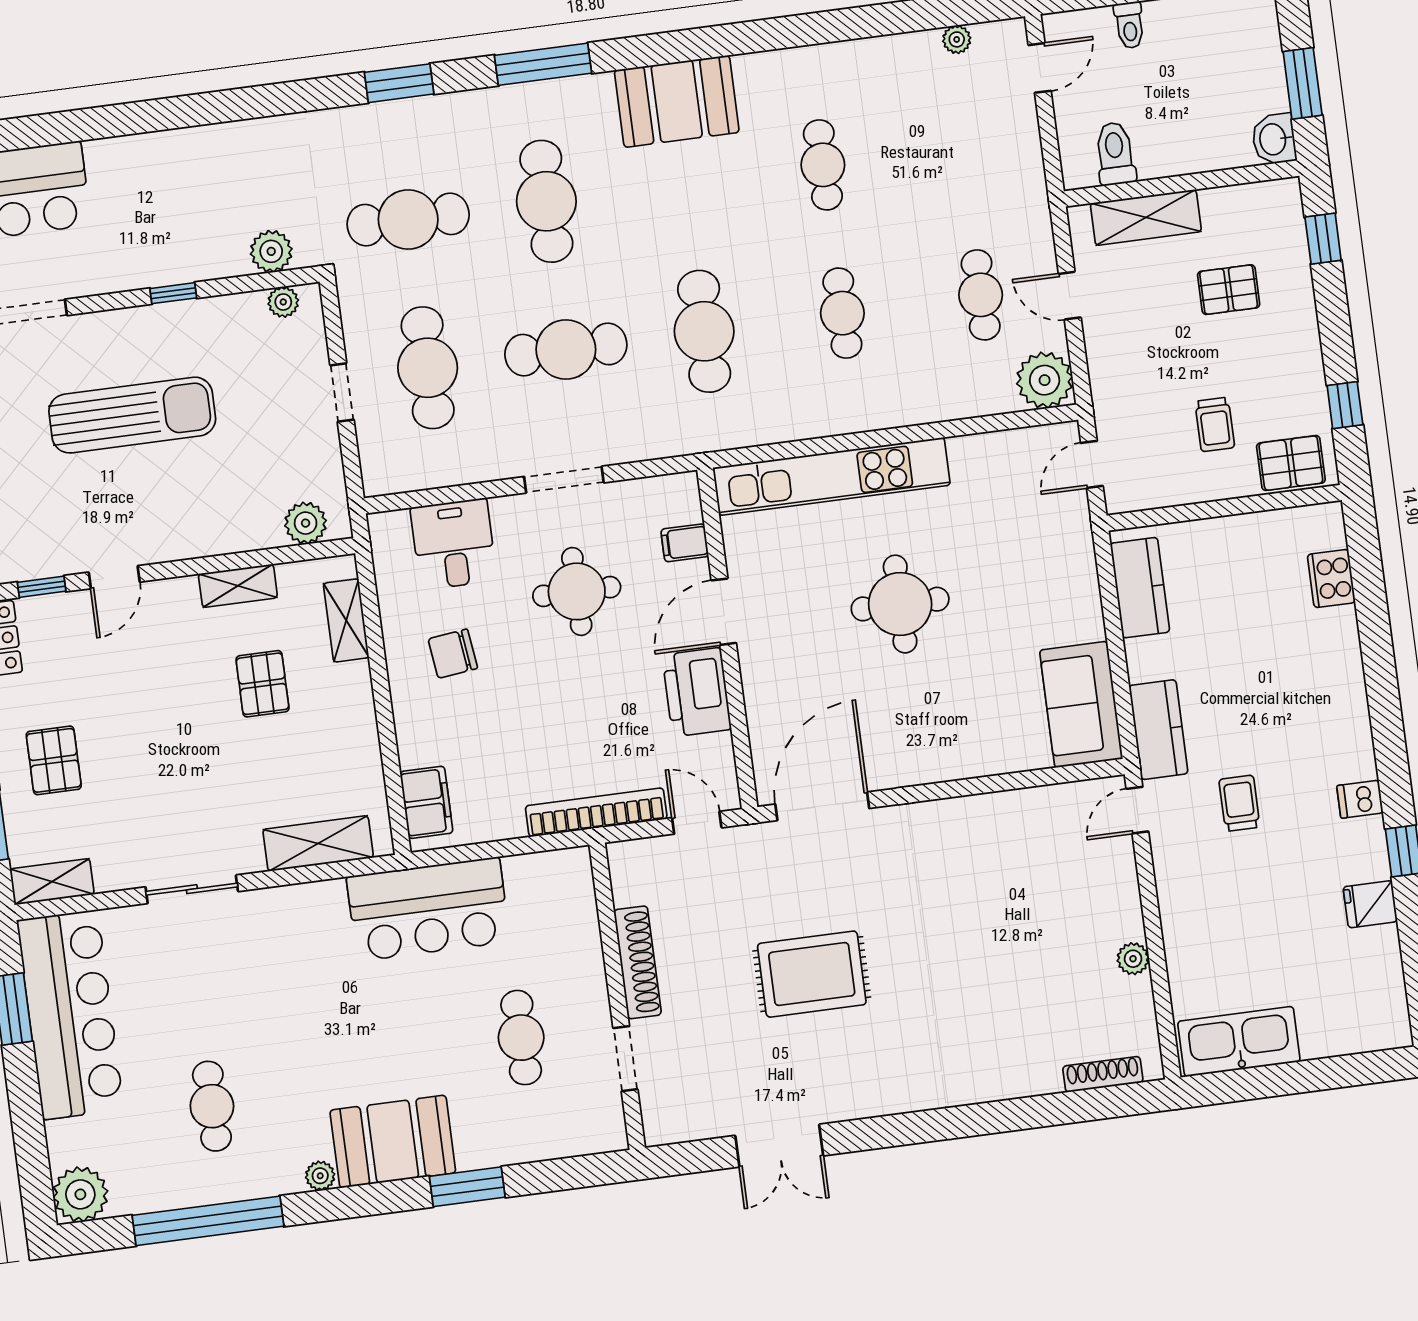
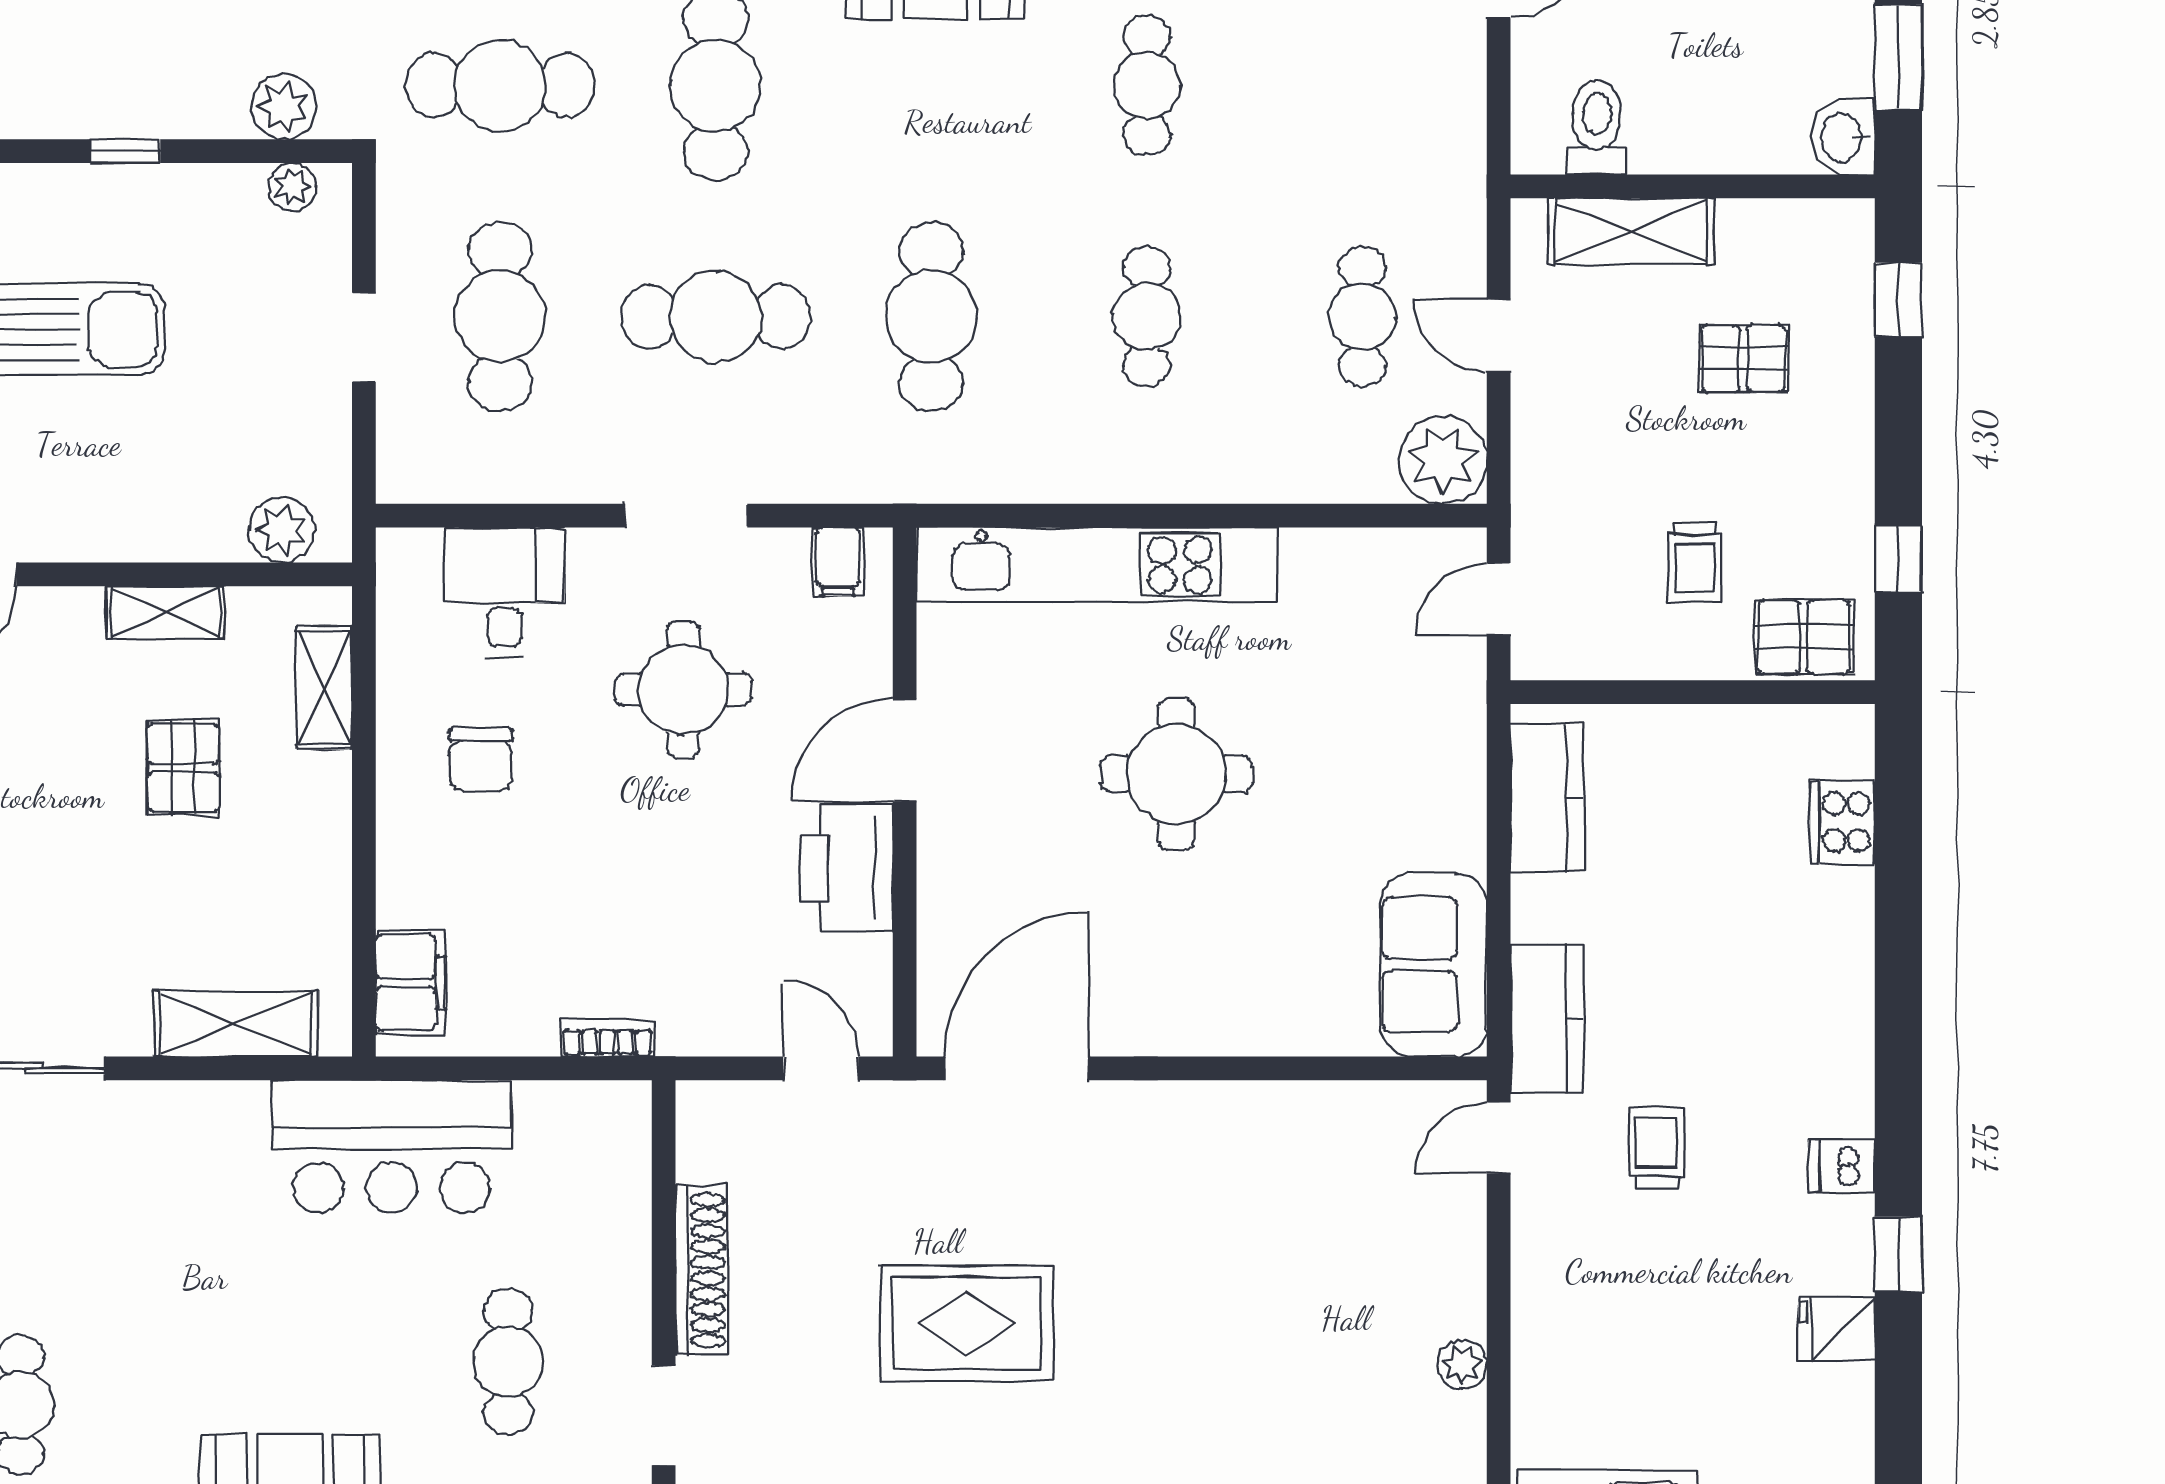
filing cabinet: (685, 543) -> (838, 562), moved, turned -90
chair: (453, 654) -> (481, 760), turned -83
bookcase: (596, 812) -> (608, 1038), width x0.43, depth x0.76

